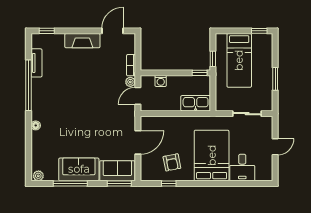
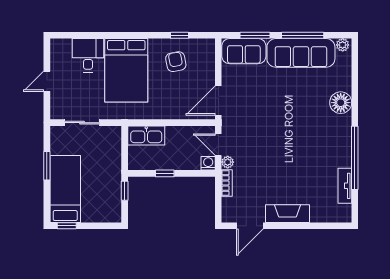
window: (47, 31) -> (332, 226), removed
bed: (239, 60) -> (65, 189), moved
window: (200, 73) -> (165, 173), moved
washing machine: (161, 81) -> (208, 163), moved
door: (138, 96) -> (218, 145), swing flipped
floor lamp: (36, 125) -> (341, 103), width x1.89, depth x1.89
door: (138, 142) -> (218, 100), moved
sofa: (79, 169) -> (301, 53), width x1.36
window: (119, 183) -> (255, 35), moved

